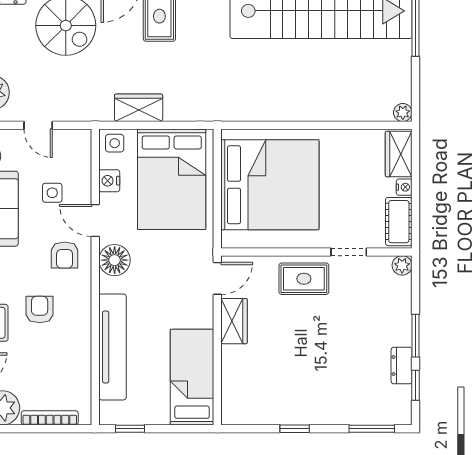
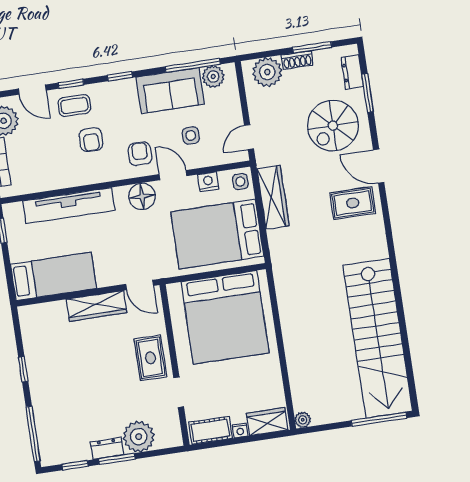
wardrobe: (139, 108) -> (273, 197), width x1.50
door: (38, 125) -> (249, 137), moved
door: (95, 220) -> (173, 175), hinge flipped
armchair: (65, 255) -> (140, 154), turned 90
plant: (402, 265) -> (139, 437), moved, width x1.87, depth x1.87
armchair: (40, 310) -> (91, 140), turned 90
wardrobe: (234, 321) -> (96, 306), width x1.50
dresser: (402, 365) -> (107, 448), moved
window: (372, 429) -> (33, 434), width x1.44

